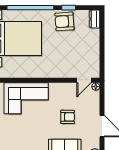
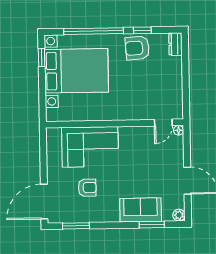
armchair: (68, 117) -> (87, 188), moved

